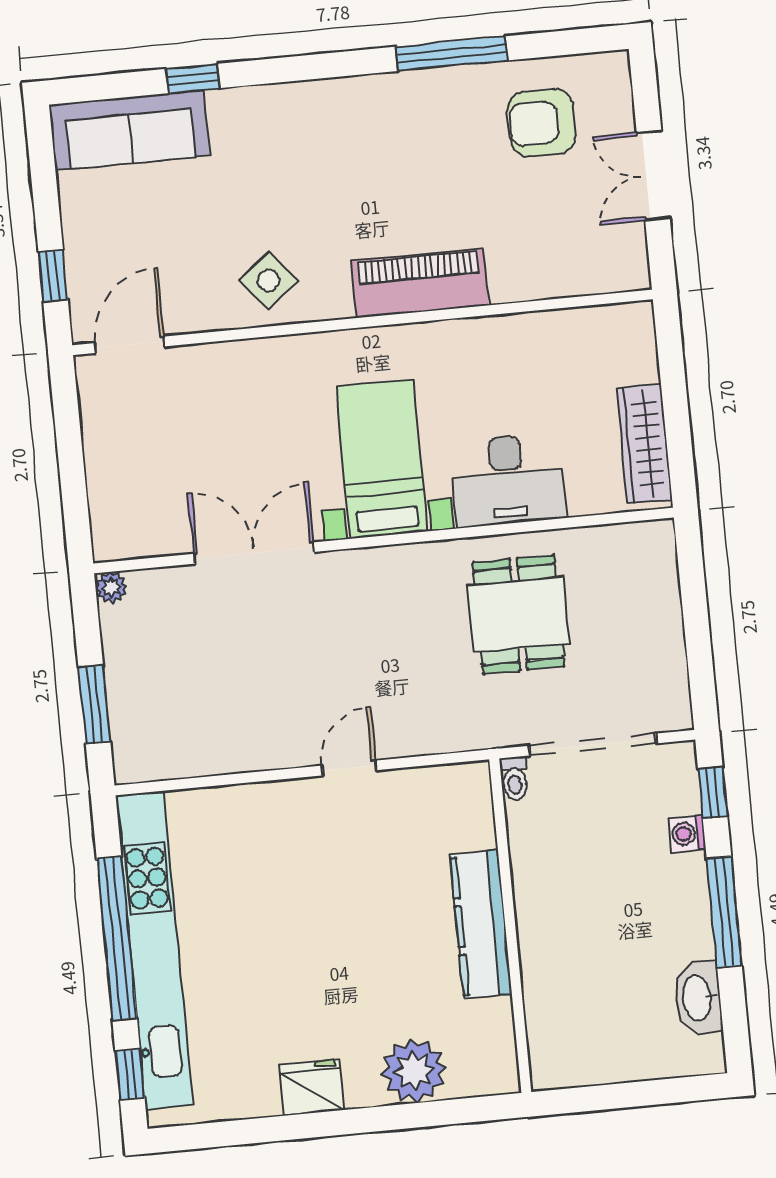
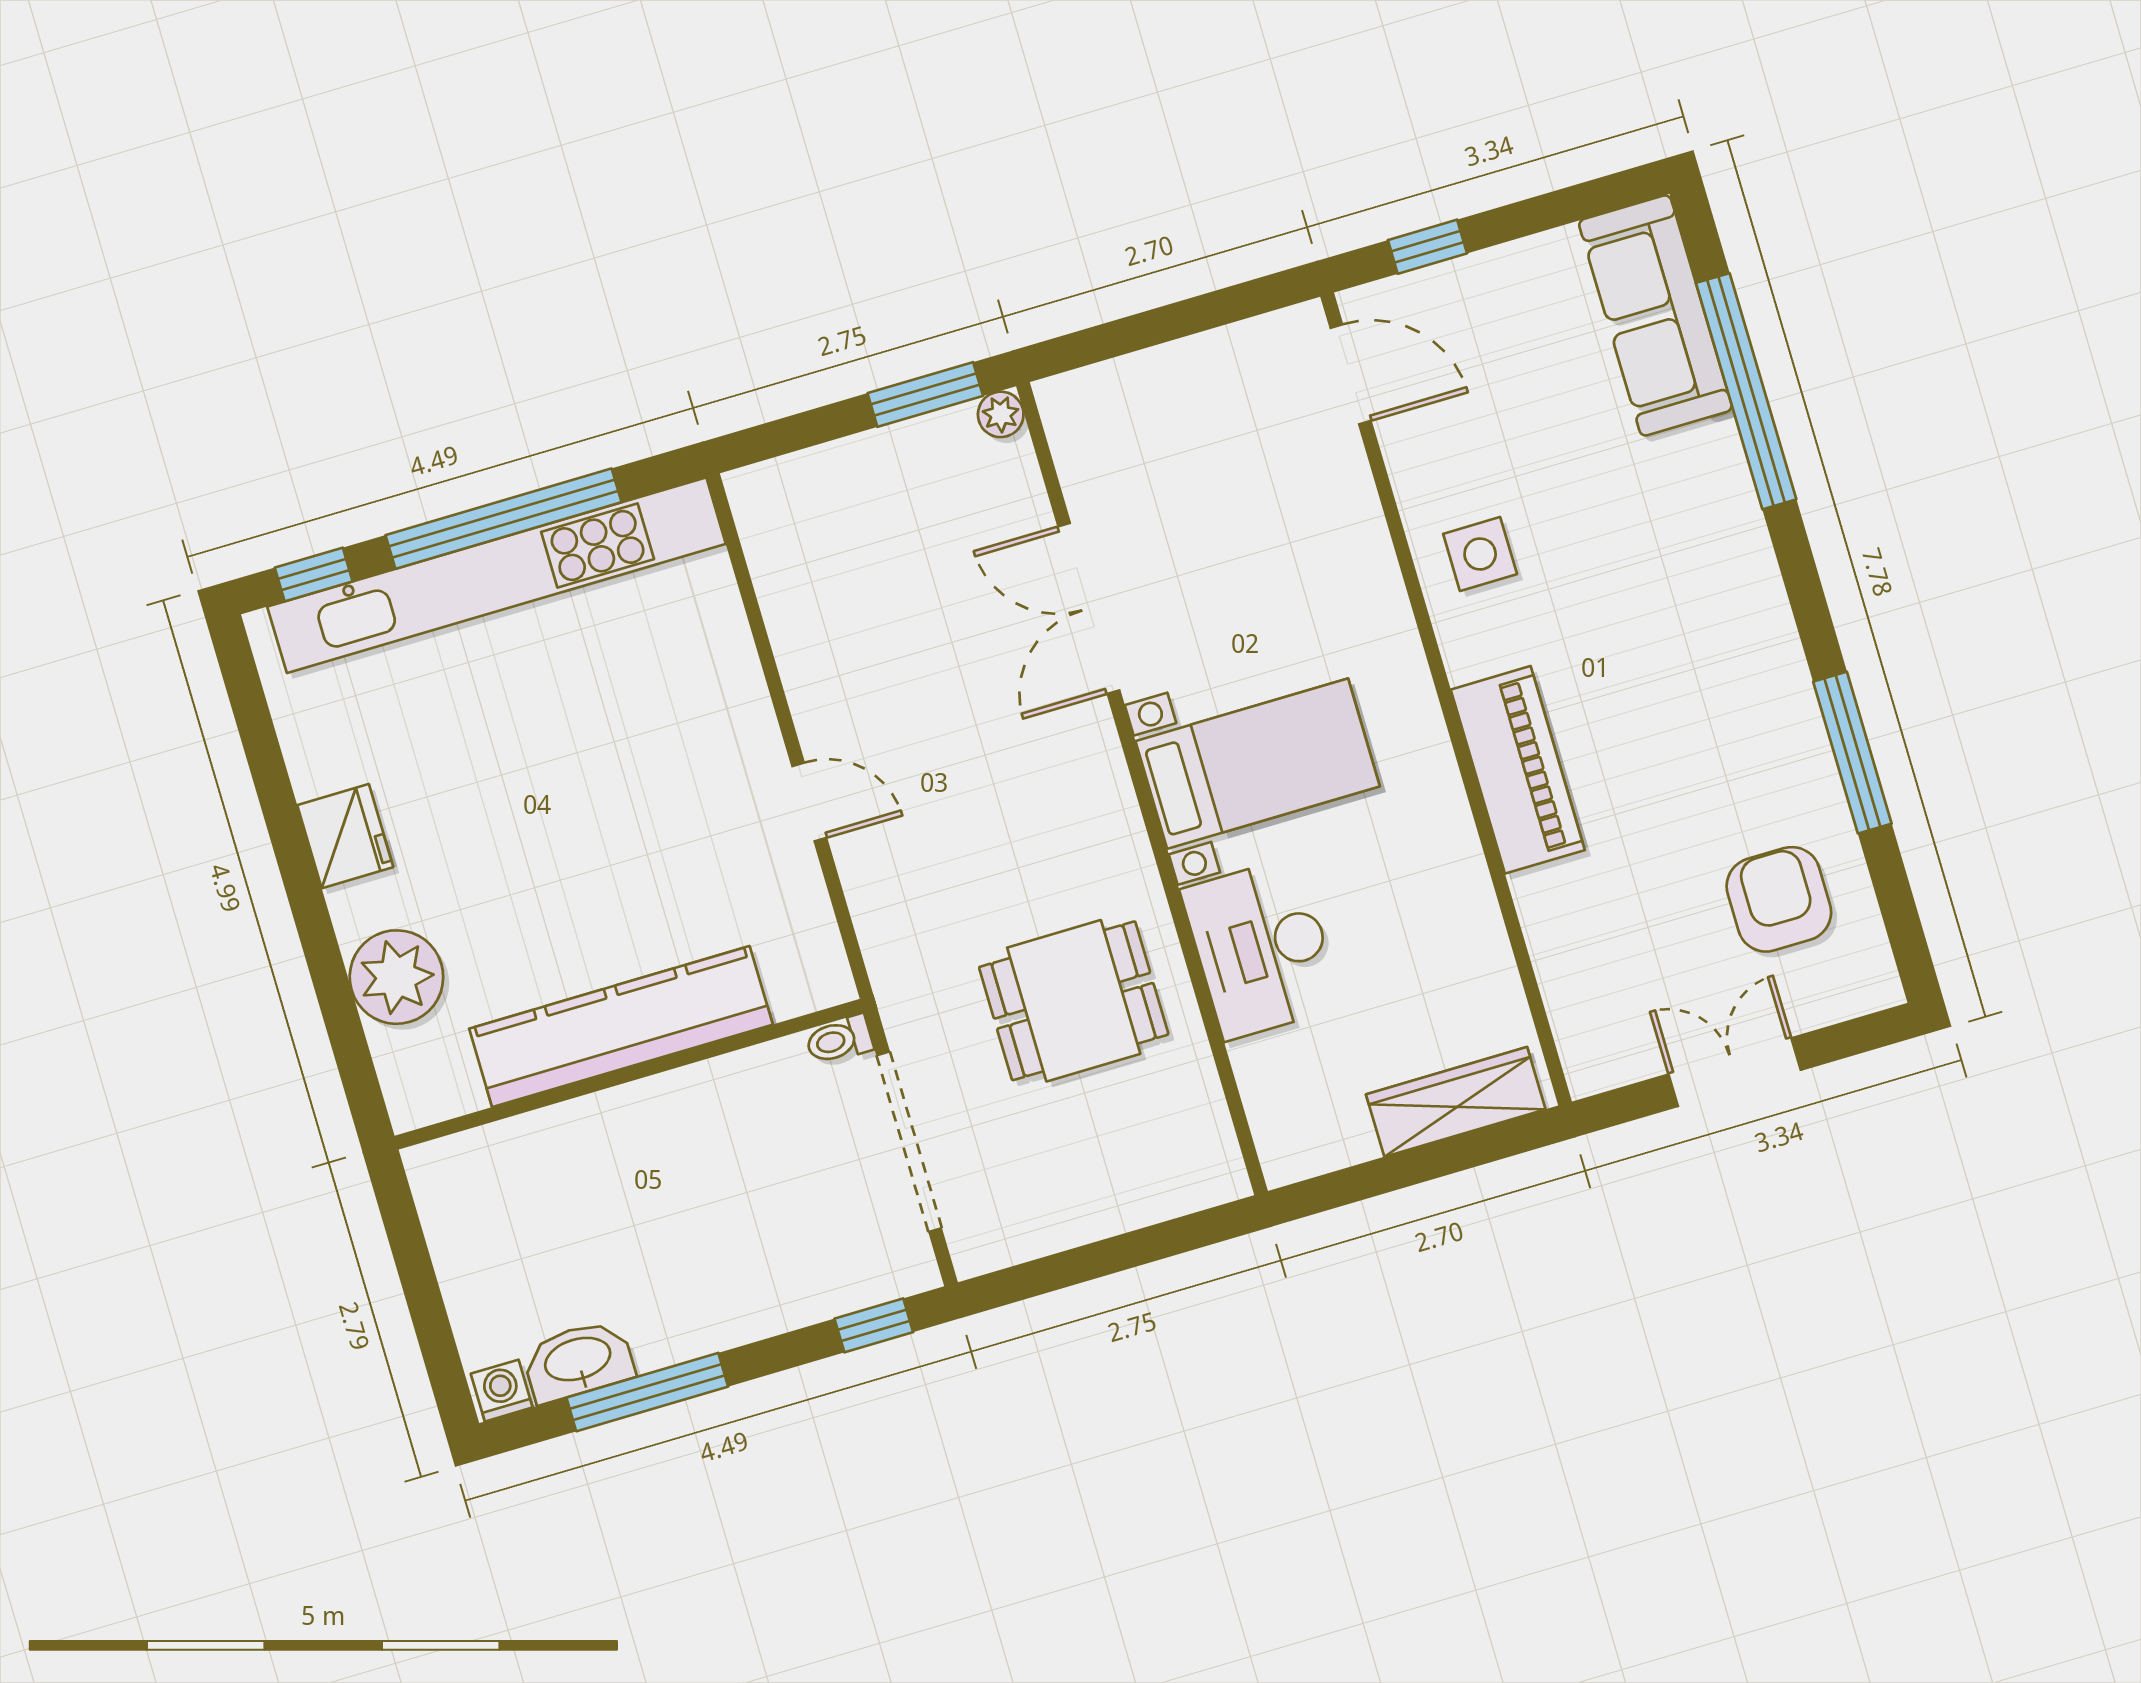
window: (193, 79) -> (1746, 391), width x3.17
side table: (268, 280) -> (1480, 554), turned 38
wardrobe: (644, 444) -> (1456, 1102), moved
double door: (254, 553) -> (1089, 608), swing flipped
window: (94, 705) -> (925, 395), moved
washing machine: (687, 834) -> (502, 1391), moved
window: (724, 912) -> (647, 1392), moved
kitchen counter: (481, 925) -> (621, 1027), width x1.39, depth x1.17

